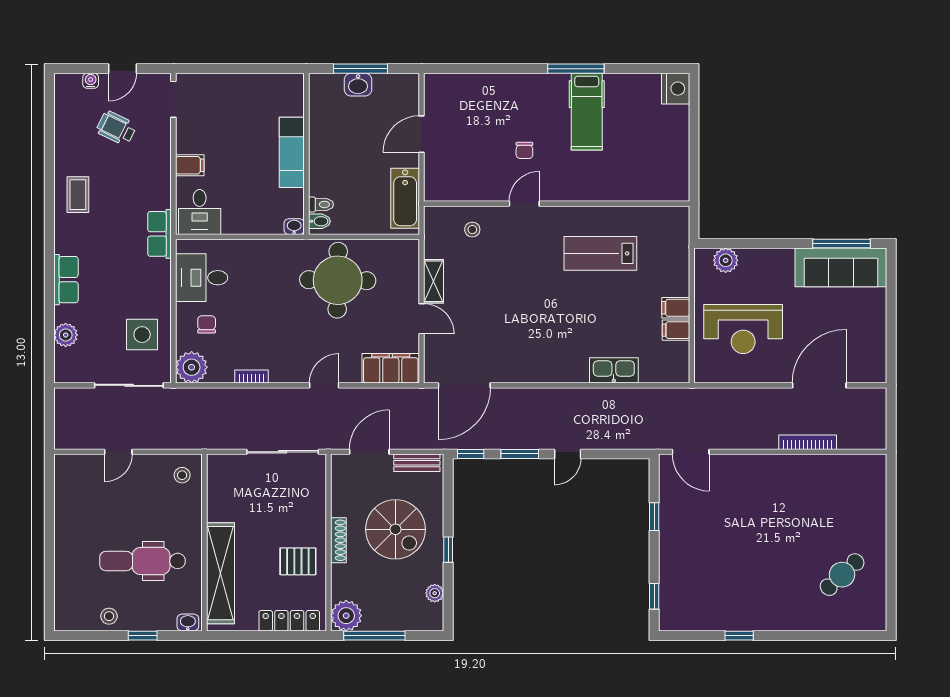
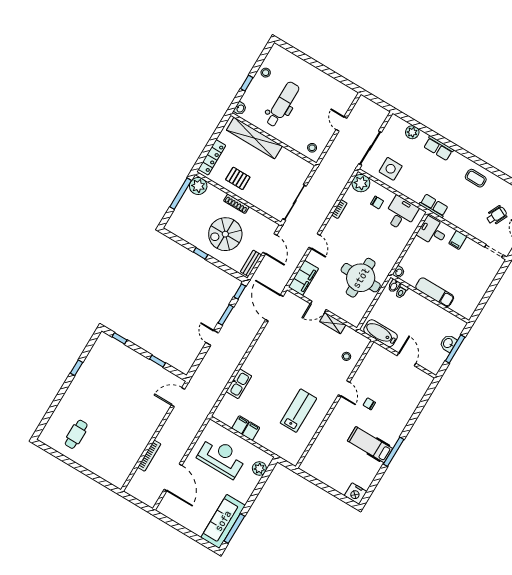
reception desk: (743, 329) -> (222, 457), turned 90
pallet: (298, 561) -> (238, 178), turned 90
cafe table: (842, 575) -> (76, 434), turned 43
plant: (435, 593) -> (184, 235), removed

